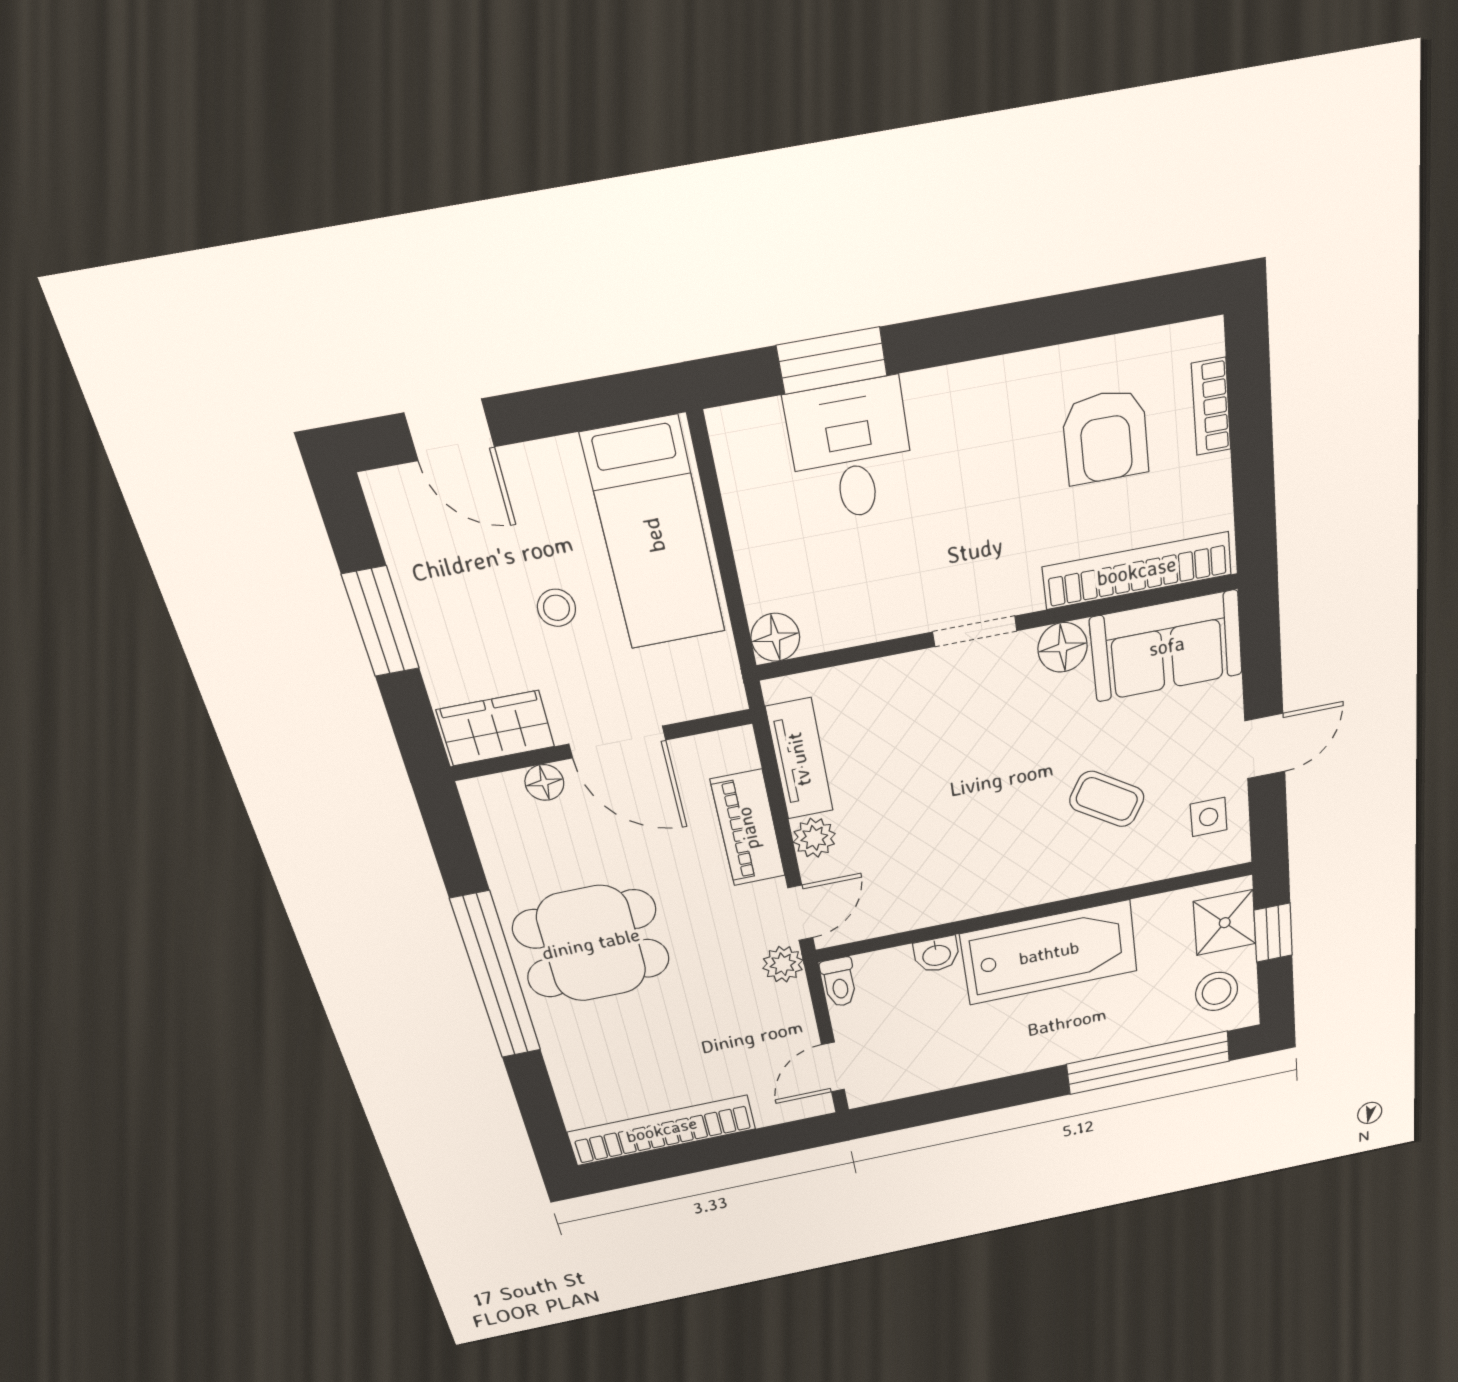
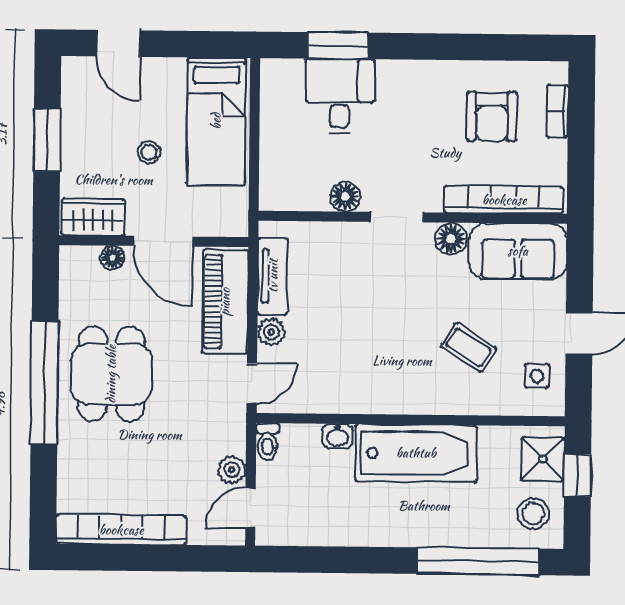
floor lamp: (775, 637) -> (345, 197), moved
piano: (748, 828) -> (225, 302), width x1.37, depth x1.33
dining table: (591, 944) -> (111, 374), turned 90
plant: (783, 964) -> (232, 470), moved

